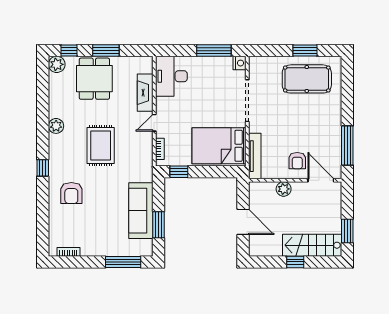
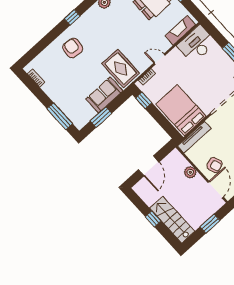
fireplace: (145, 93) -> (180, 30), moved
rug: (101, 146) -> (121, 68), moved, turned 90
armchair: (297, 161) -> (214, 165), turned -109
armchair: (71, 193) -> (73, 48), turned 96
sofa: (141, 211) -> (104, 95), width x0.73
window: (347, 231) -> (210, 224), moved

